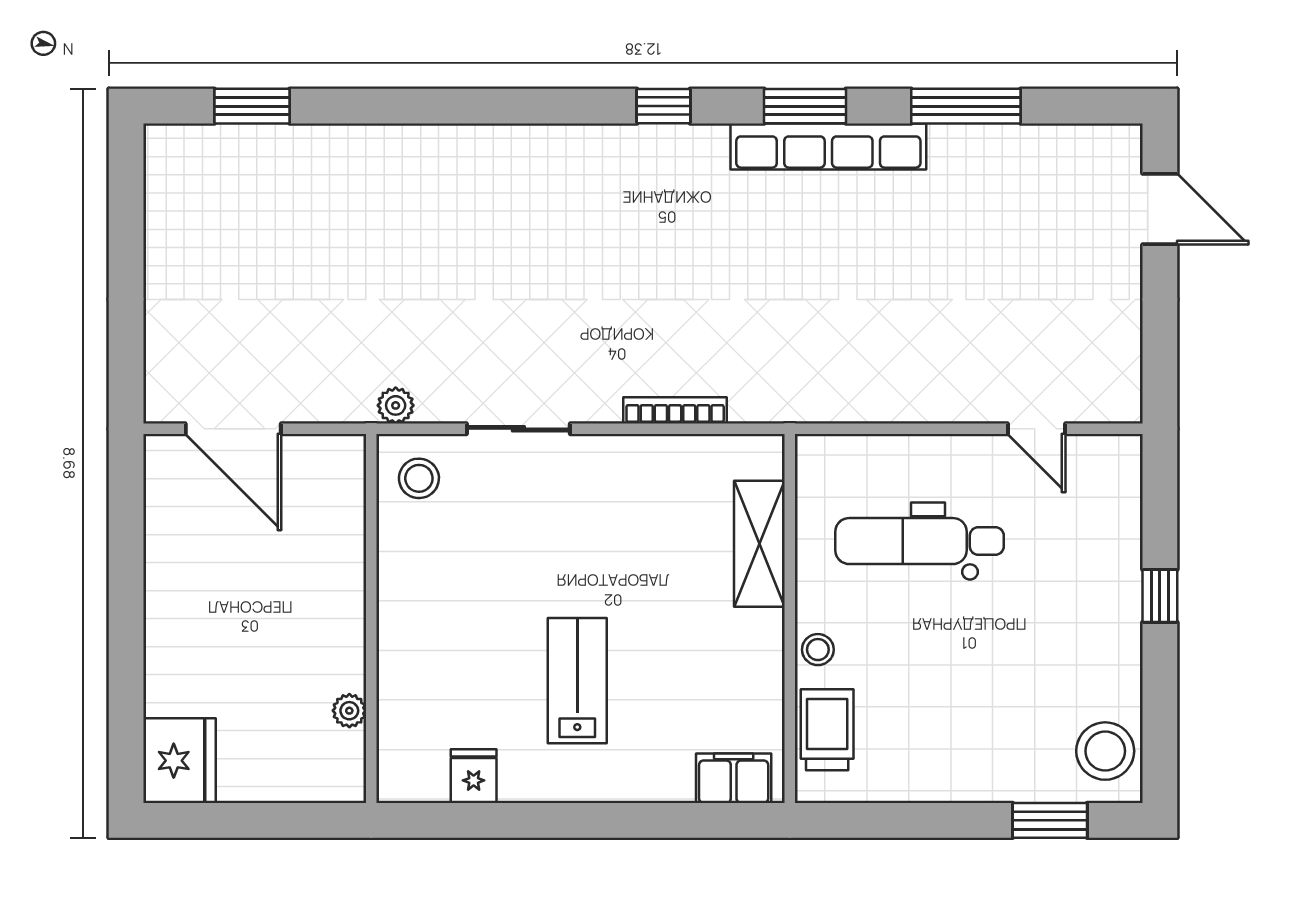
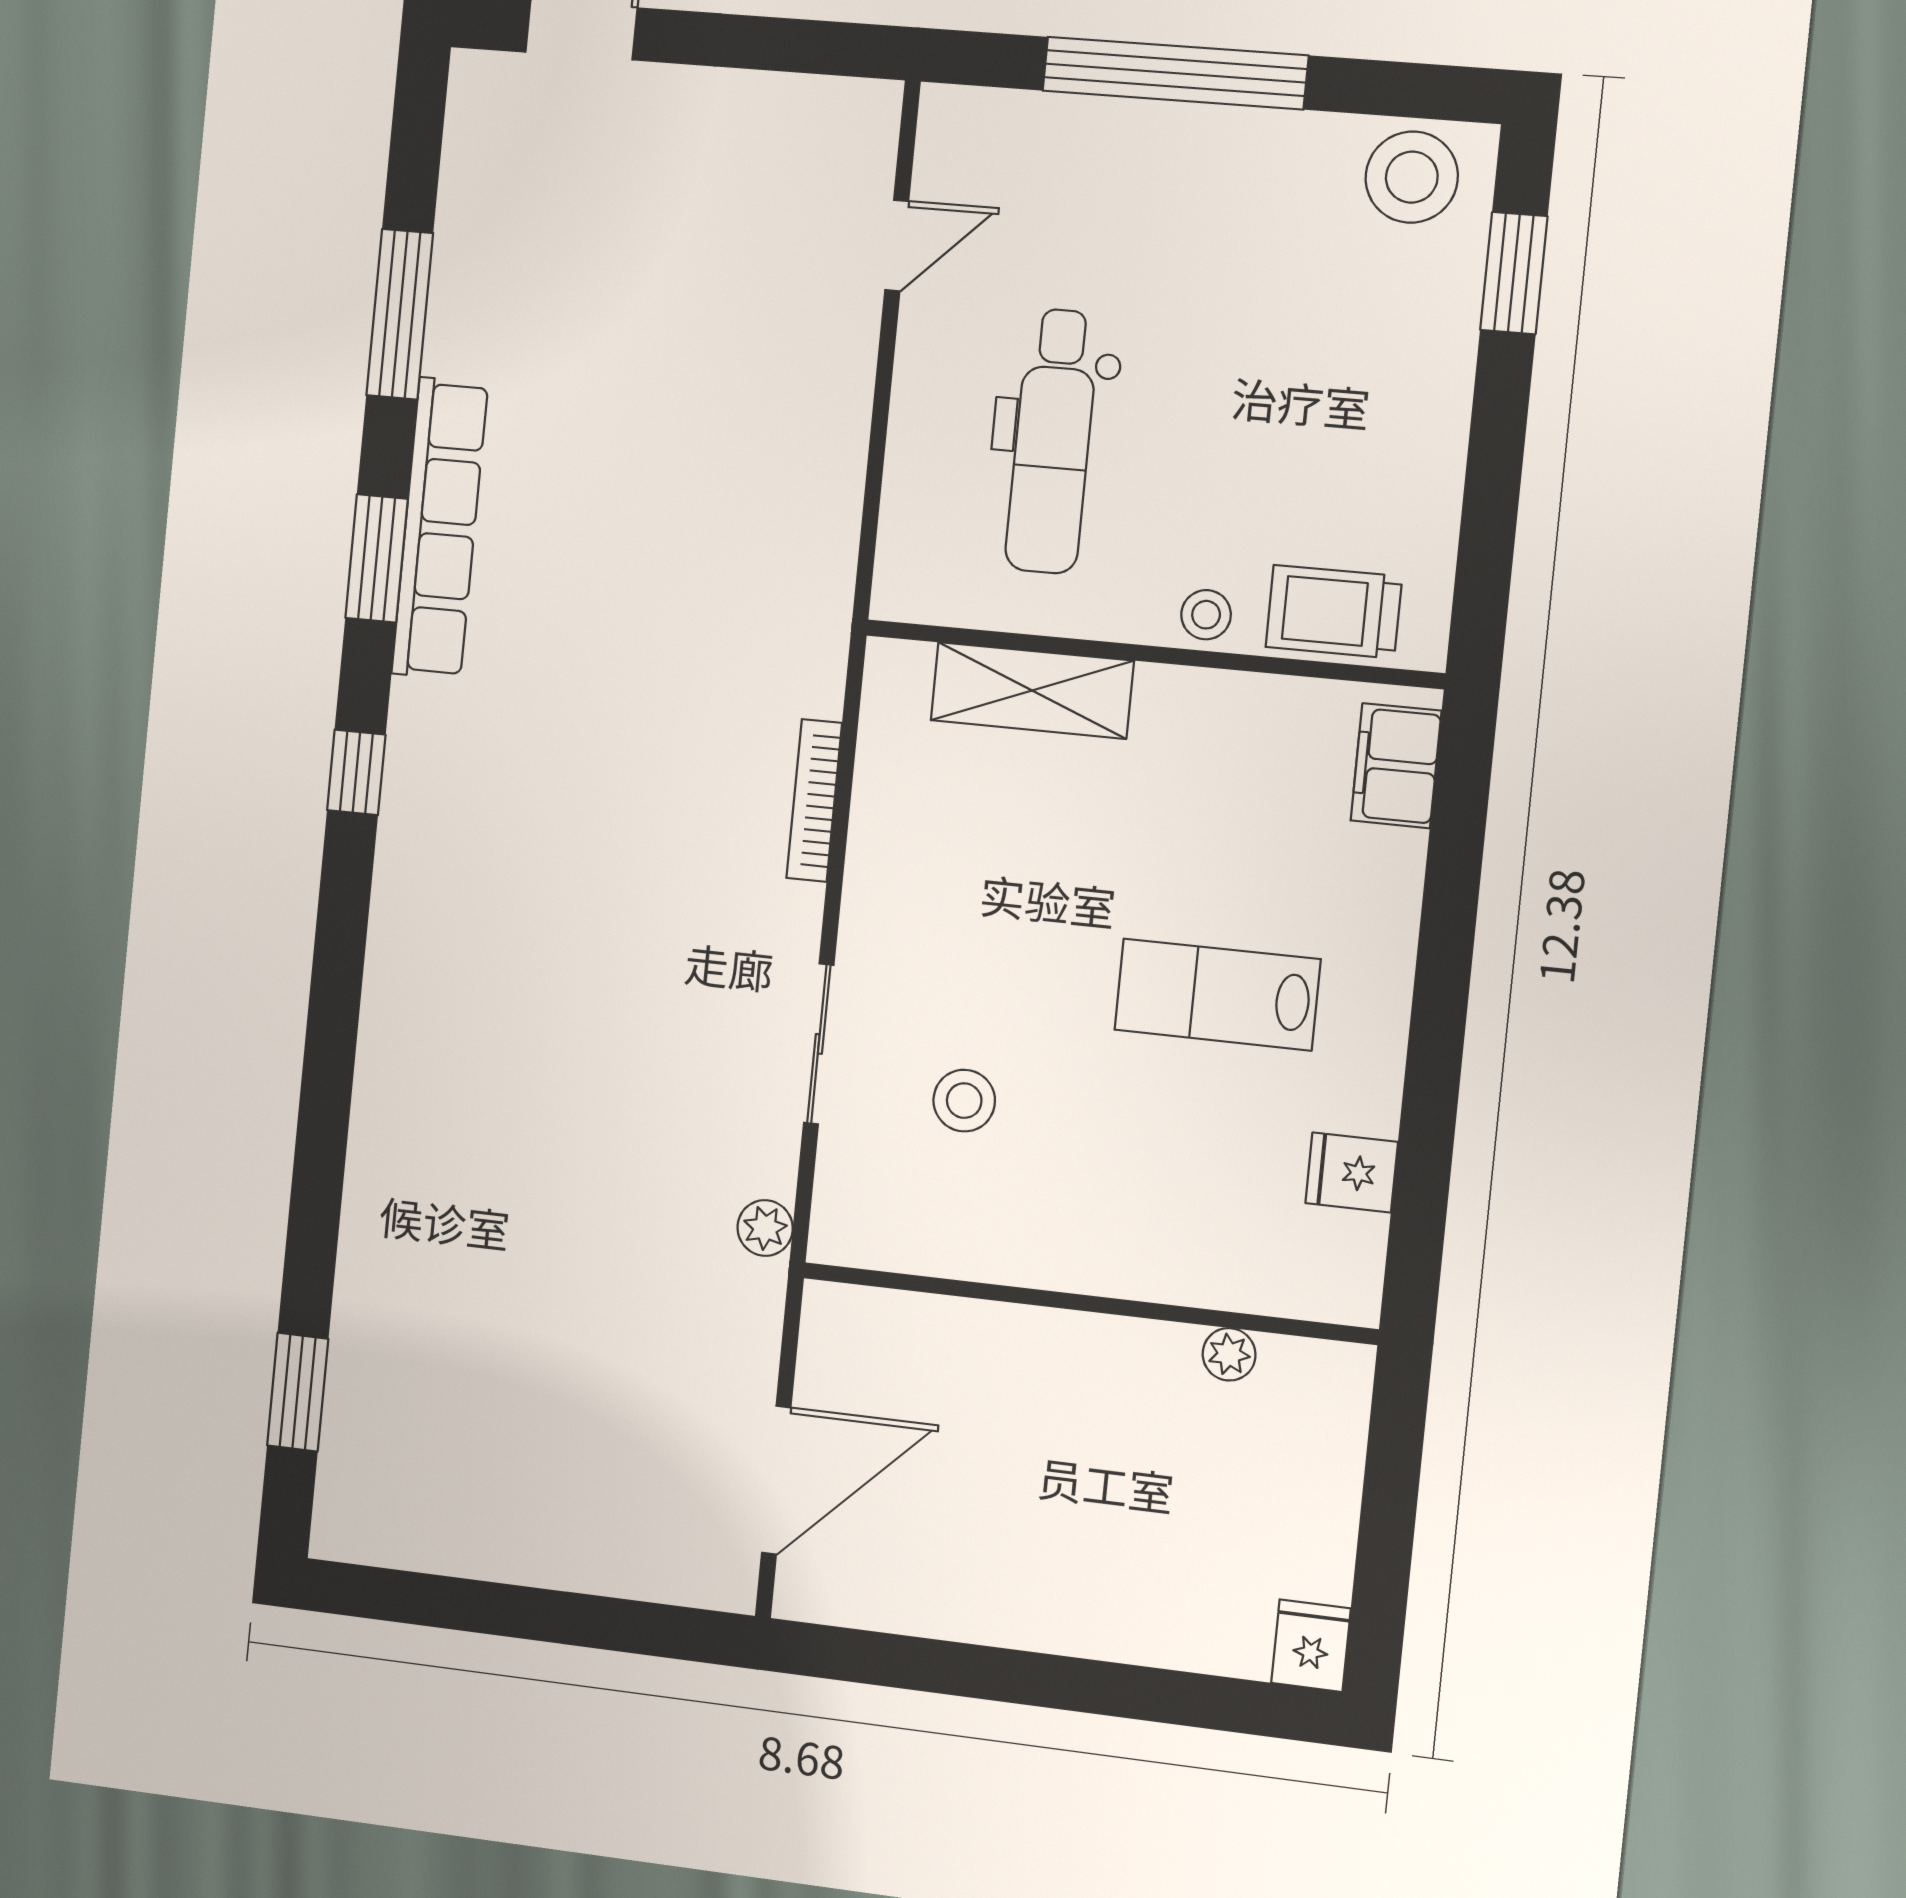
stool: (419, 478) -> (964, 1101), moved
window: (1160, 596) -> (1175, 73), width x3.17
fridge: (180, 761) -> (1311, 1646), width x0.53, depth x0.75

